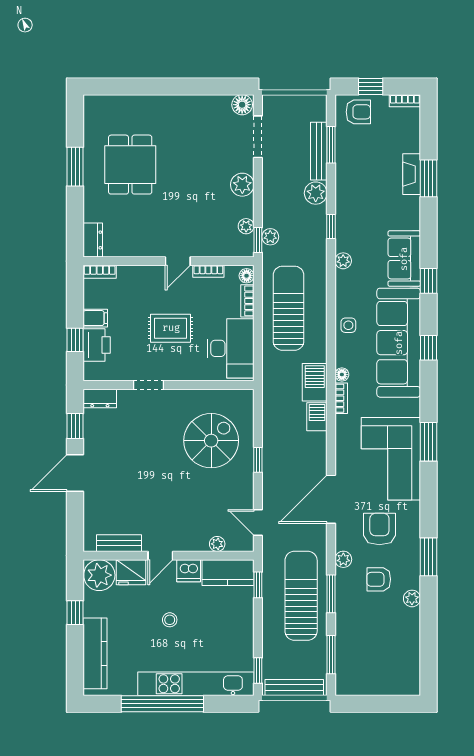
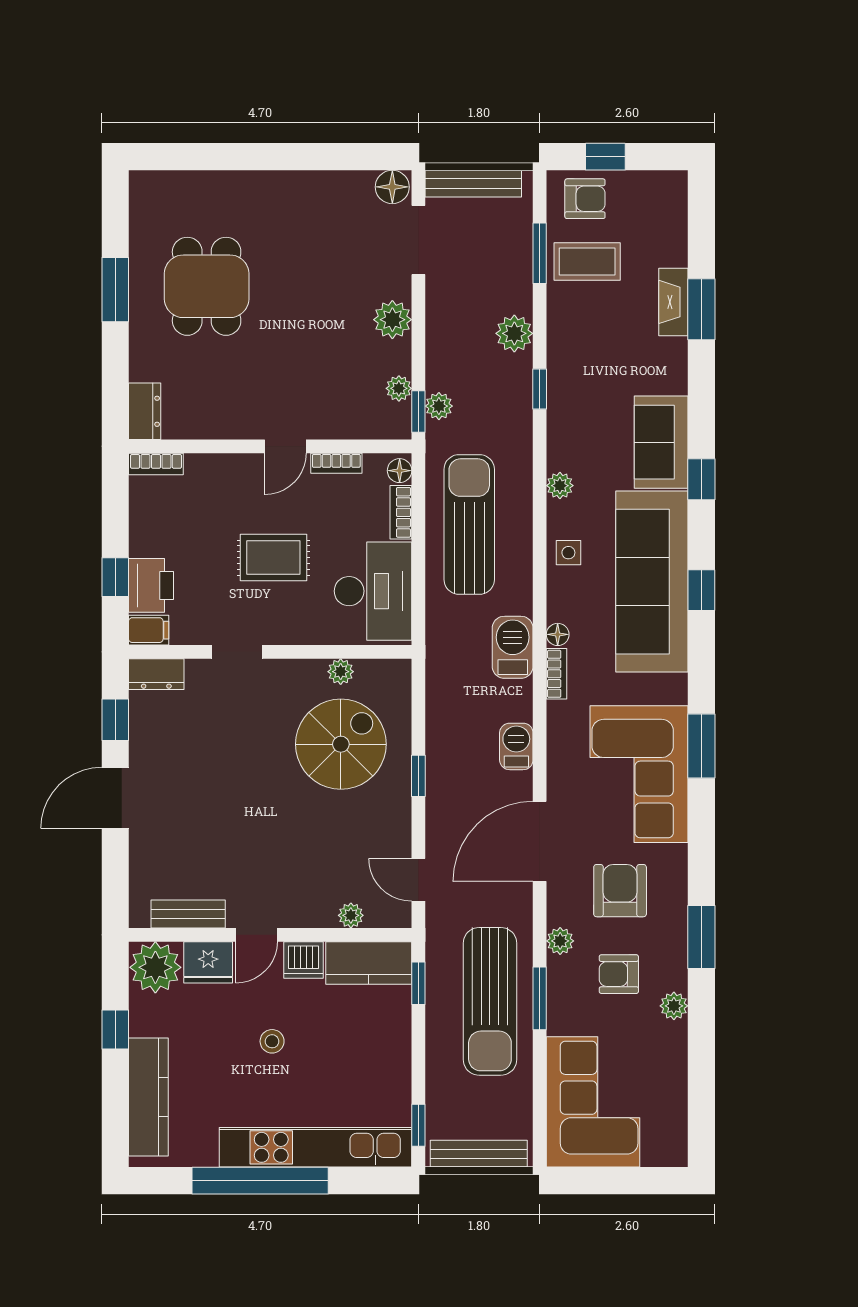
bookcase: (405, 101) -> (662, 180), removed
coffee table: (360, 150) -> (587, 261), added
bench: (319, 151) -> (473, 184), moved, turned 90
plant: (343, 261) -> (560, 486), moved
filing cabinet: (95, 318) -> (149, 630), moved
plant: (211, 397) -> (341, 672), added
barbecue: (317, 417) -> (516, 746), moved
sun lounger: (301, 596) -> (490, 1001), turned 180
window: (331, 655) -> (540, 1099), removed
corner sofa: (363, 656) -> (593, 1102), added

